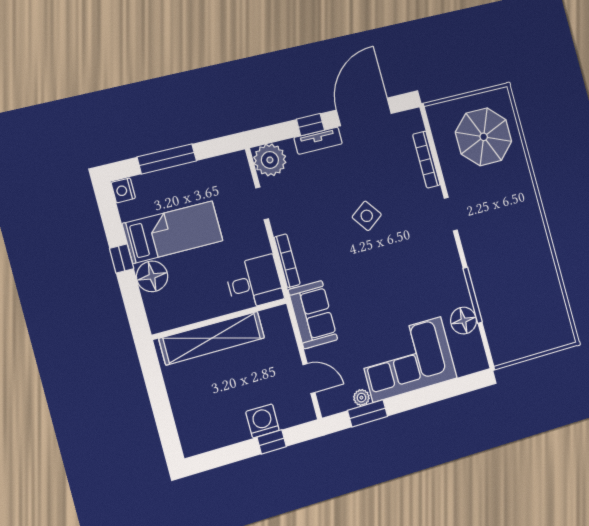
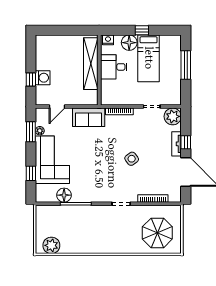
nightstand: (123, 190) -> (108, 40), moved
desk: (254, 282) -> (114, 67), moved, turned 90
plant: (555, 319) -> (51, 245), added
window: (442, 391) -> (31, 173), added

